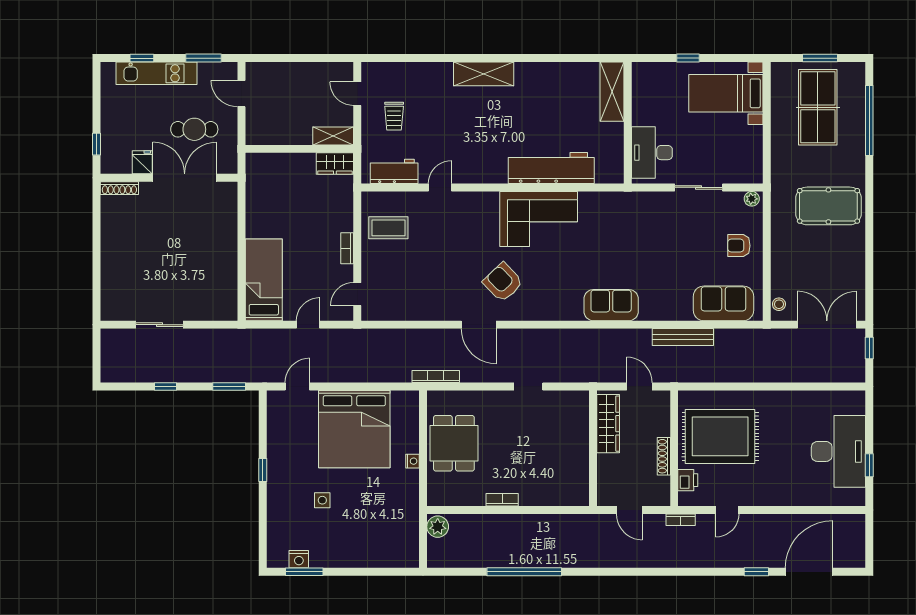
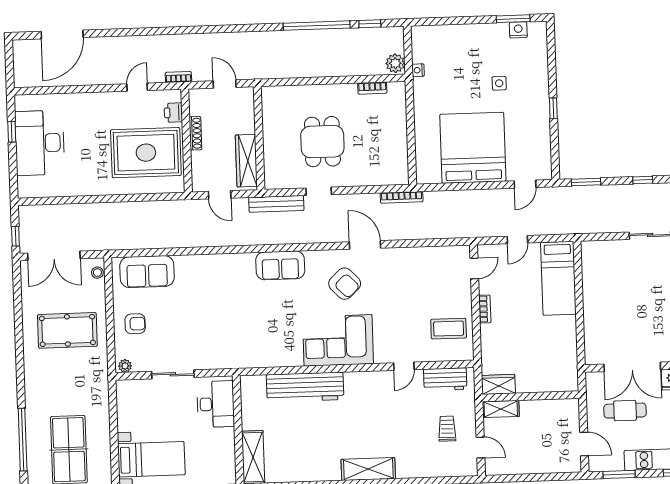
pool table: (828, 206) -> (67, 330), moved
corner sofa: (539, 219) -> (338, 340), moved
sofa: (611, 305) -> (280, 265), moved
bench: (683, 337) -> (276, 204), moved
dining table: (454, 443) -> (322, 142), moved
nightstand: (412, 461) -> (418, 70), moved
bookcase: (502, 500) -> (372, 88), moved
window: (756, 572) -> (370, 24), moved

